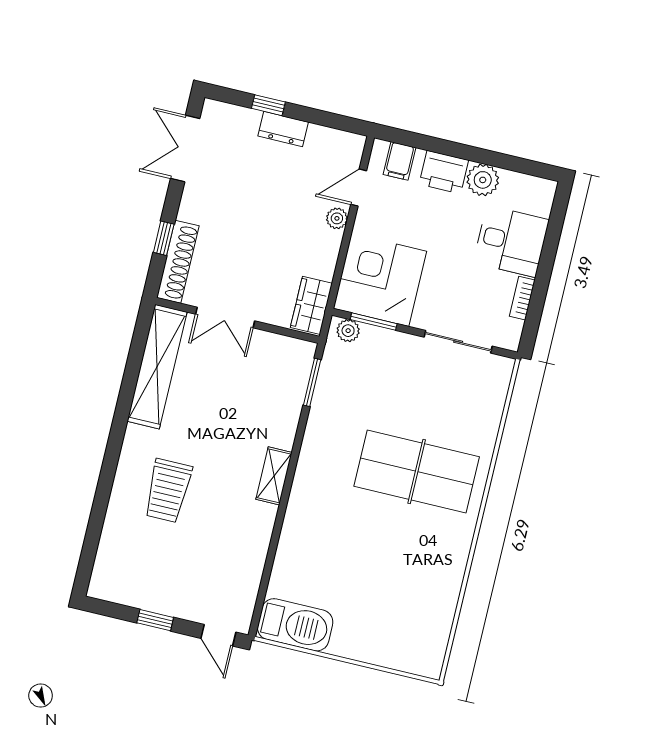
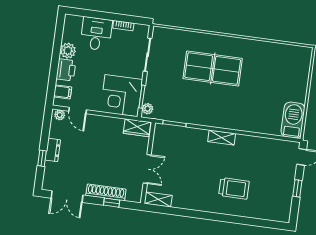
plant: (337, 218) -> (60, 115), moved
shoe rack: (178, 262) -> (106, 192), moved
shelving: (157, 367) -> (158, 199), width x0.45, depth x0.75
table tennis table: (417, 472) -> (213, 69), turned 90

